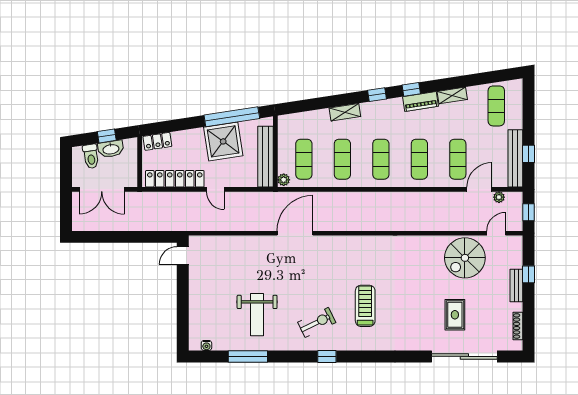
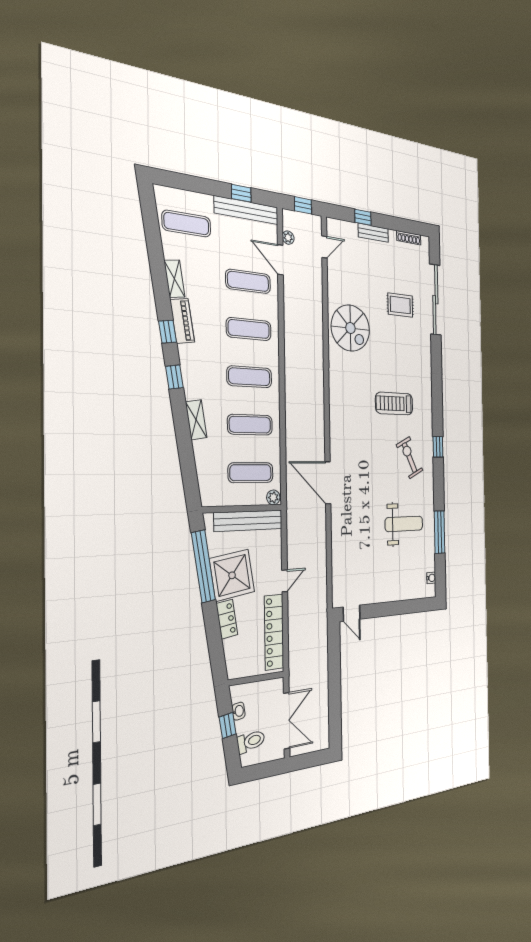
locker: (157, 141) -> (227, 619), moved
washbasin: (111, 149) -> (238, 711), width x0.52, depth x0.69
door: (496, 233) -> (324, 247), swing flipped
spiral stairs: (465, 258) -> (350, 328), moved

